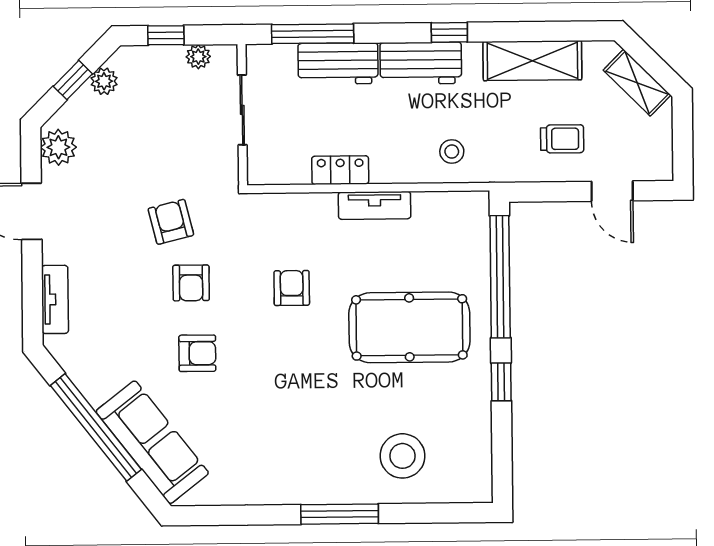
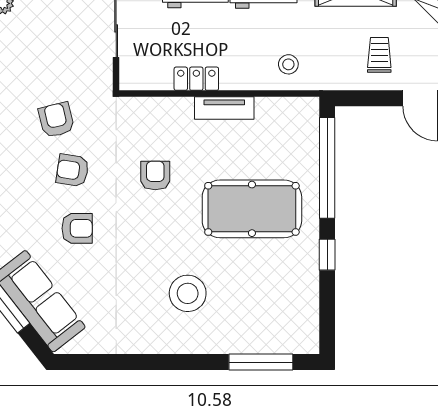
trolley: (562, 139) -> (379, 55), turned -90
armchair: (191, 283) -> (72, 170), turned 99
stool: (402, 456) -> (188, 293), moved
window: (340, 514) -> (261, 362), moved

